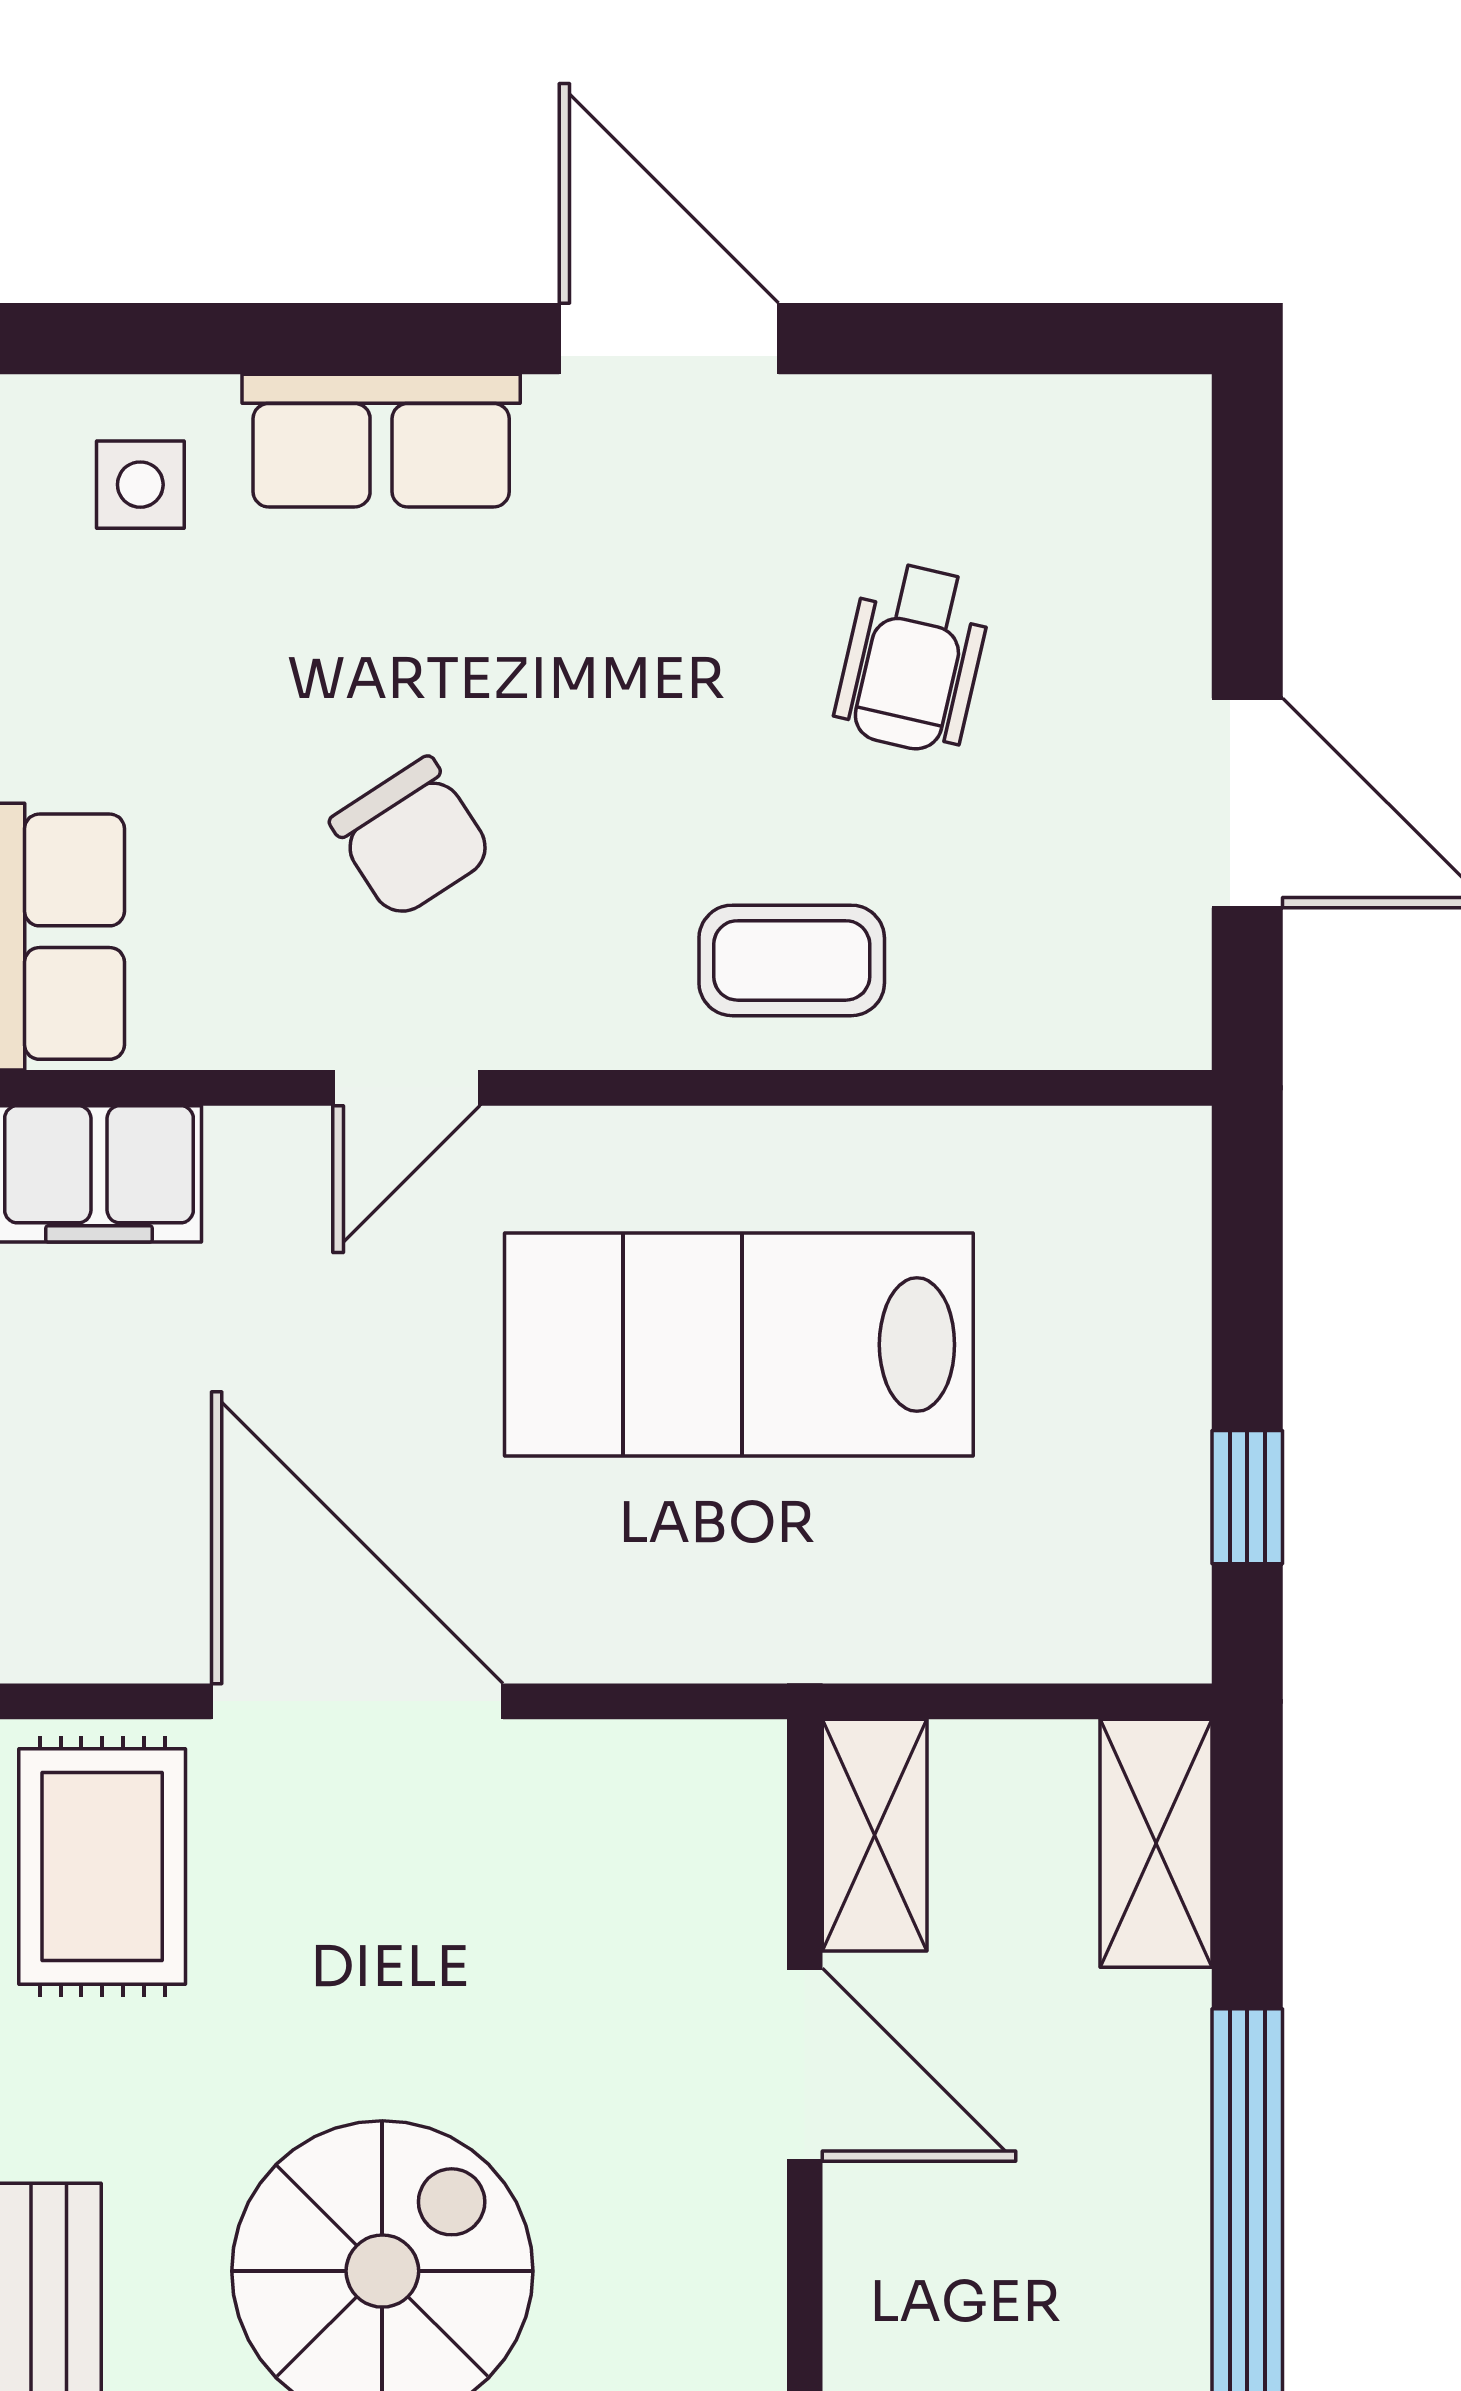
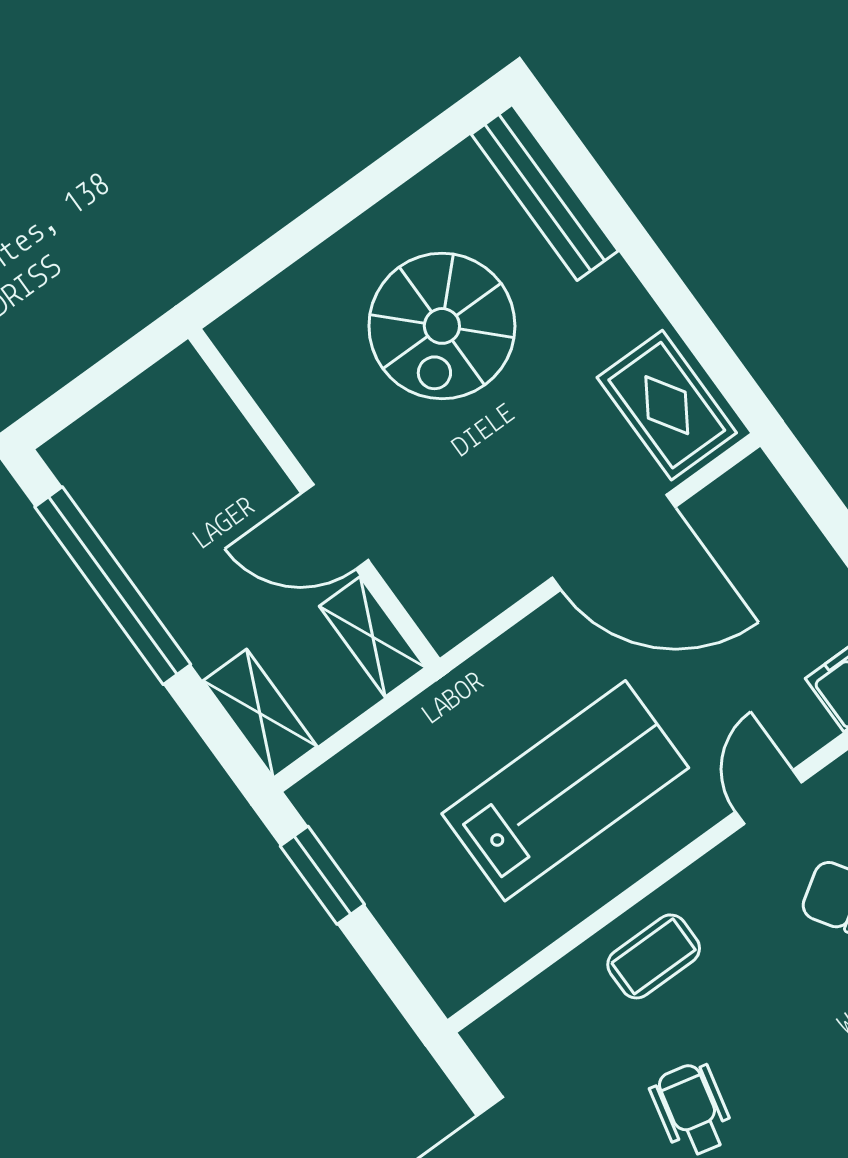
window: (1247, 1497) -> (322, 875), width x1.50

